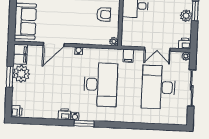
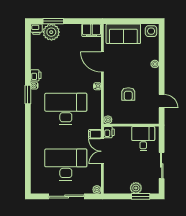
armchair: (104, 14) -> (128, 94), moved
printer: (185, 44) -> (109, 132), moved
double door: (157, 49) -> (102, 151), moved
plant: (21, 74) -> (51, 32), moved
window: (10, 77) -> (53, 21), moved
desk: (101, 85) -> (66, 109), turned 180

